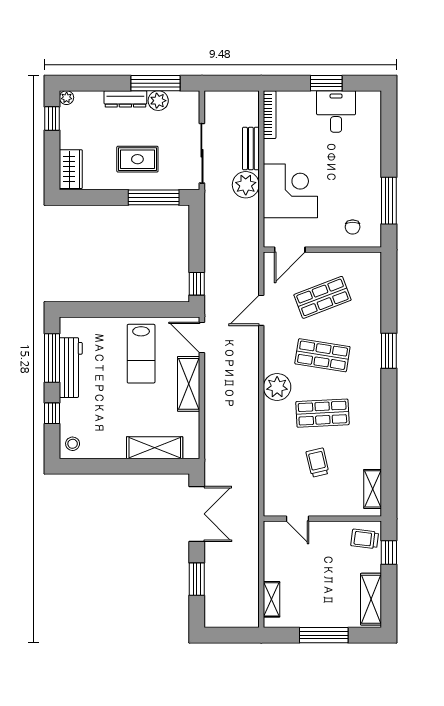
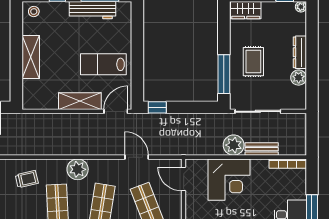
window: (155, 83) -> (312, 75), removed
shelving: (155, 448) -> (31, 57), moved
trolley: (317, 463) -> (27, 179), moved

